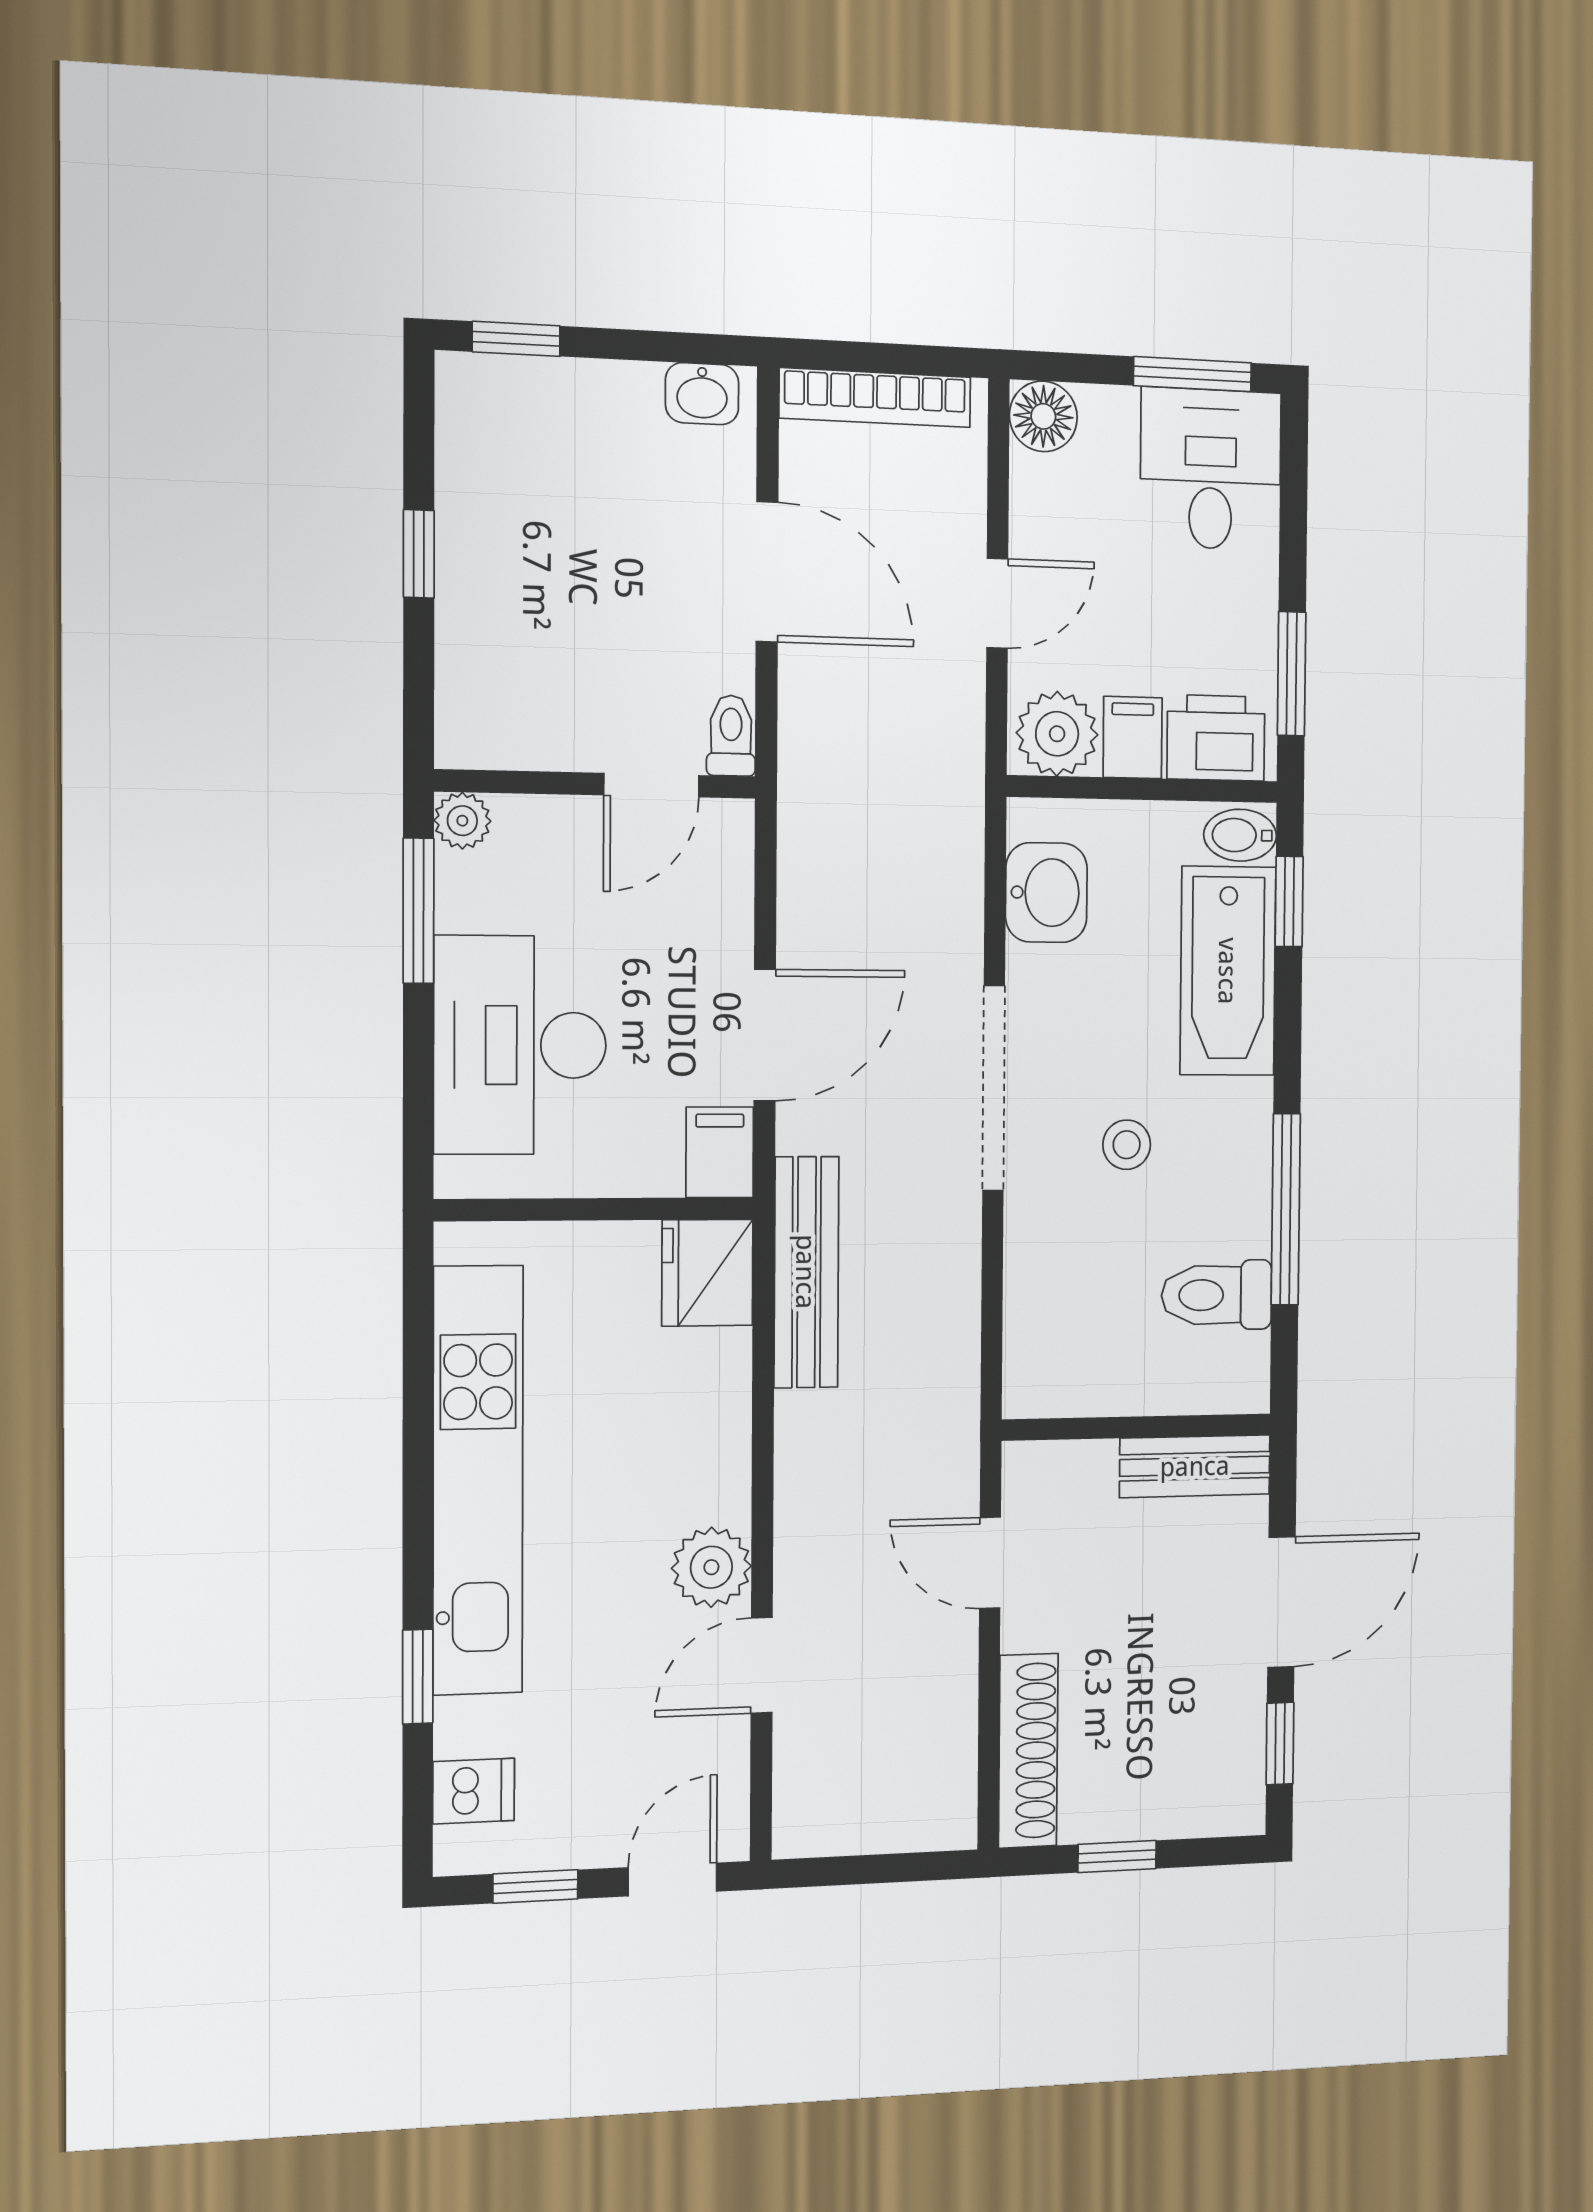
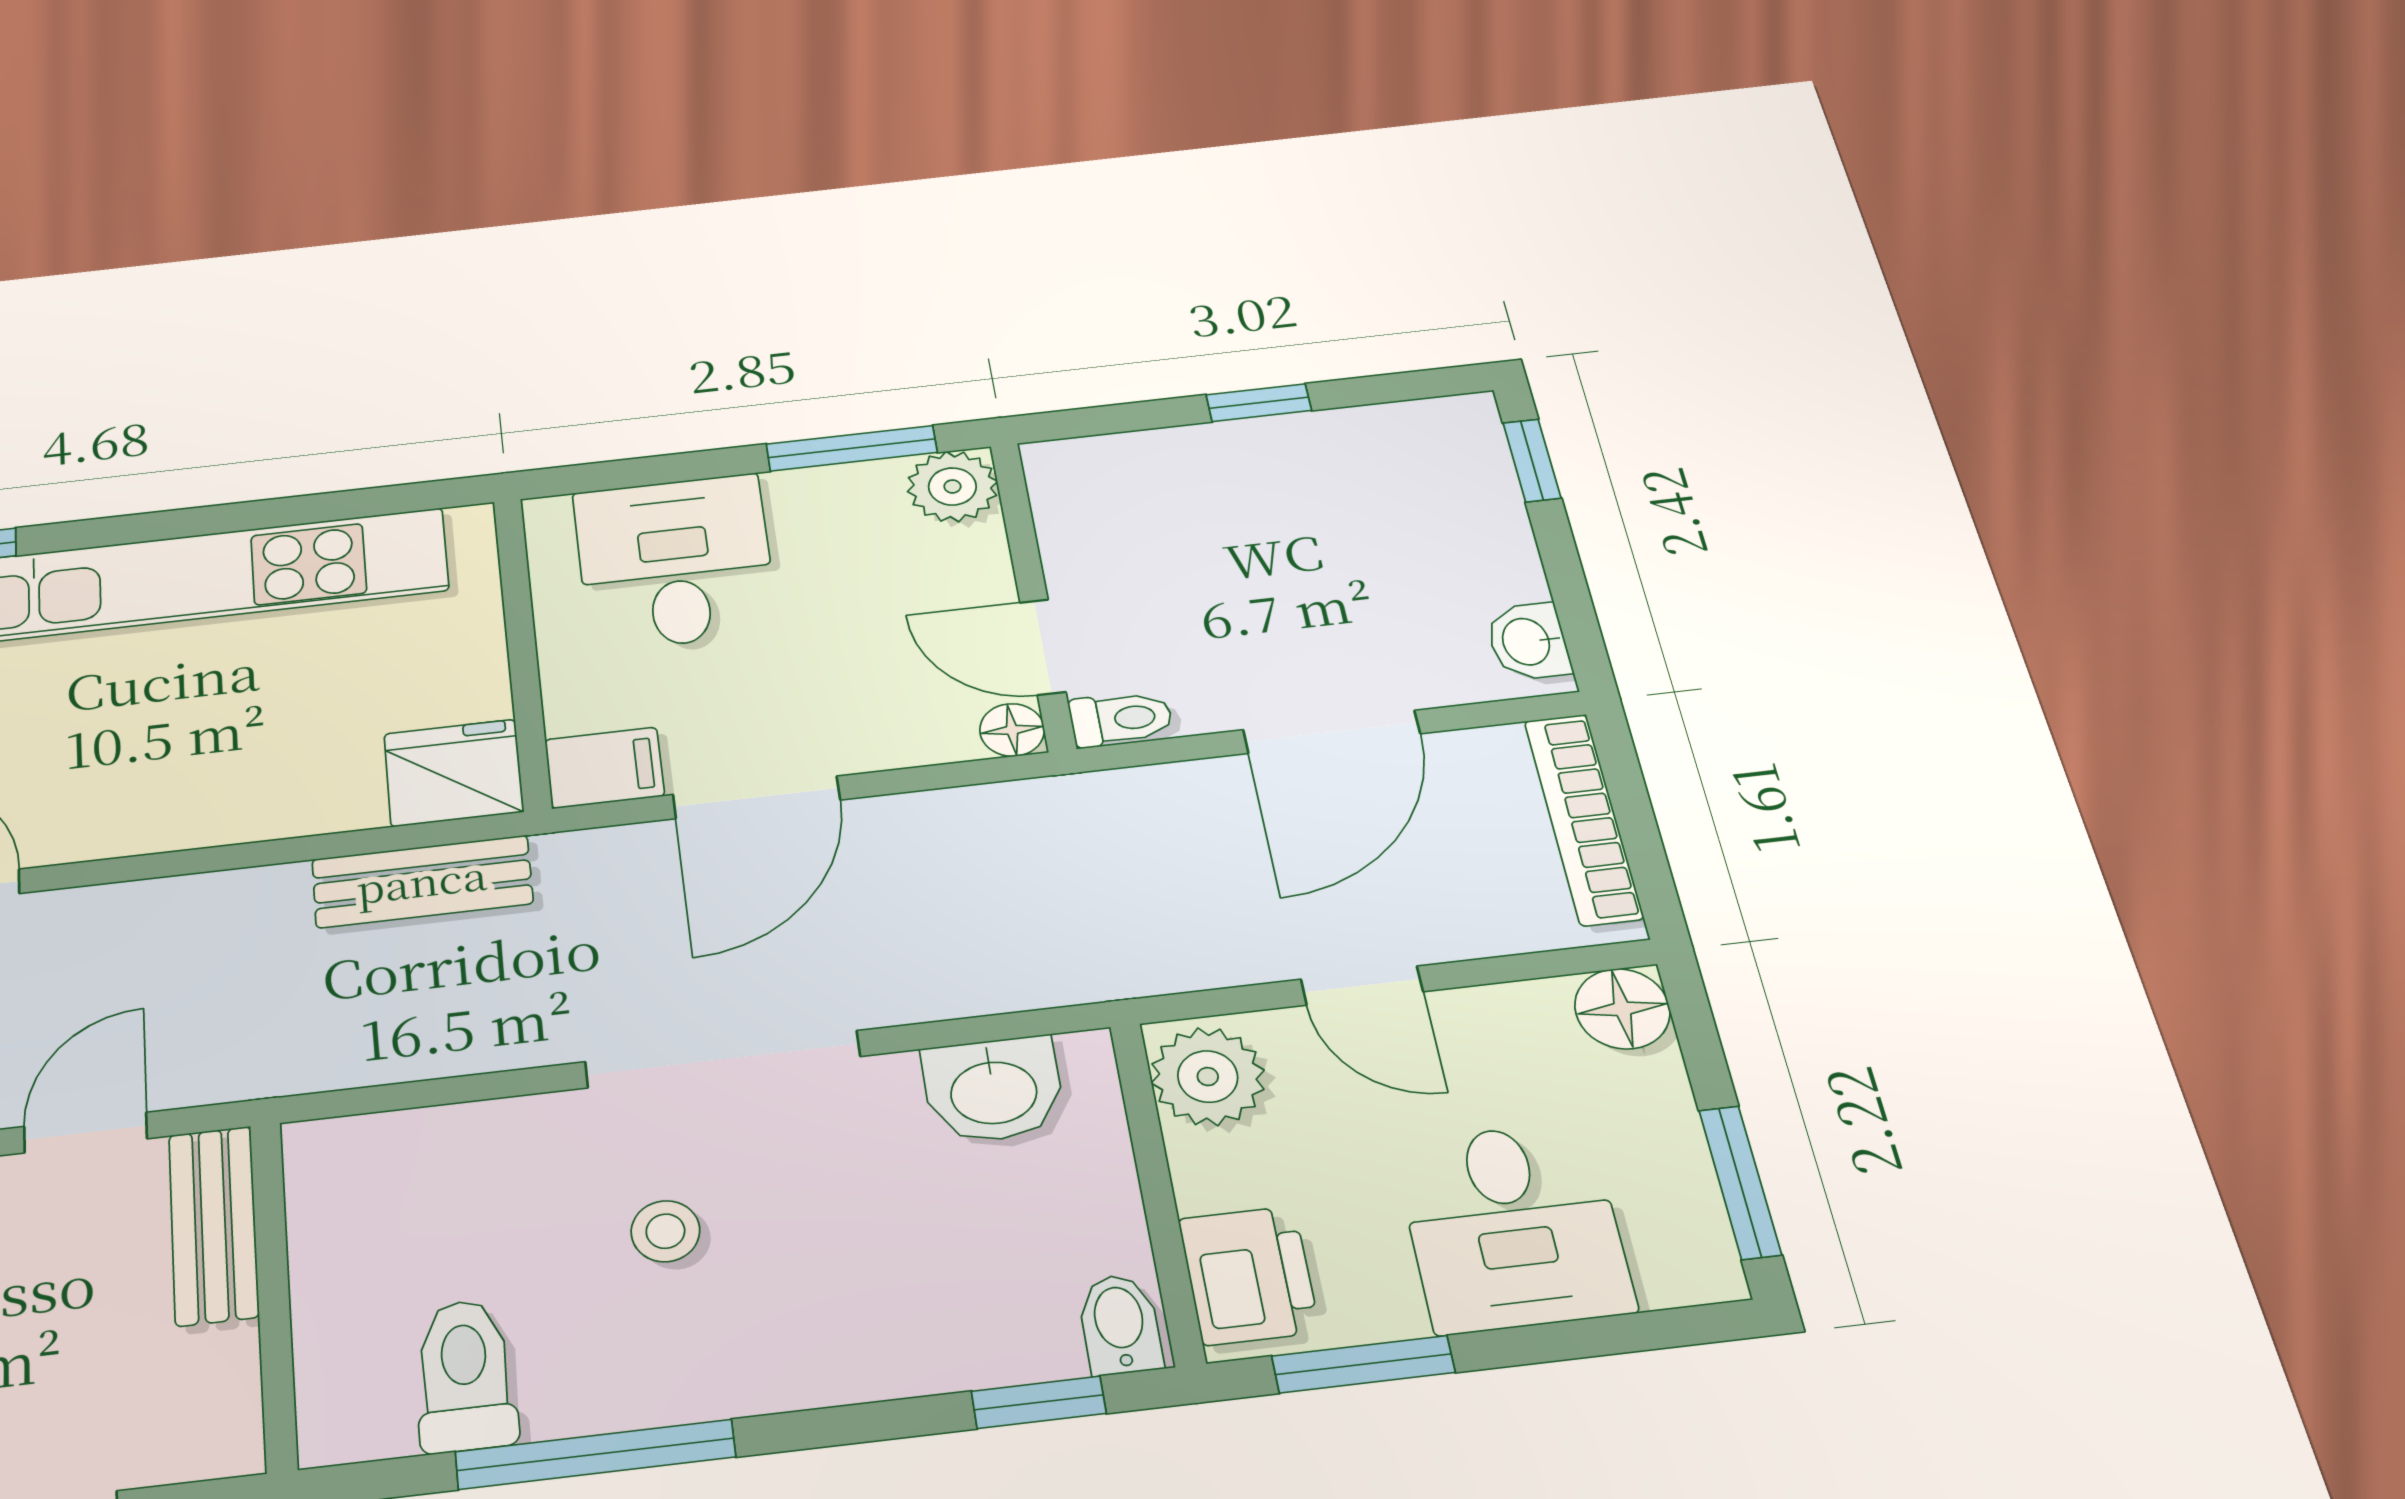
desk: (1211, 469) -> (1513, 1227), moved, turned 90
filing cabinet: (1133, 738) -> (1224, 1169), removed
plant: (462, 821) -> (952, 486), width x1.38, depth x1.38
floor lamp: (729, 824) -> (1012, 730), added
bathtub: (1228, 971) -> (926, 1332), removed
door: (765, 1035) -> (756, 797), hinge flipped
desk: (520, 1045) -> (675, 562), width x0.73
bench: (806, 1272) -> (422, 881), width x0.73
bench: (1195, 1466) -> (214, 1225), moved
plant: (711, 1567) -> (85, 820), removed

